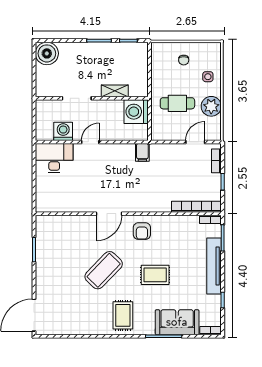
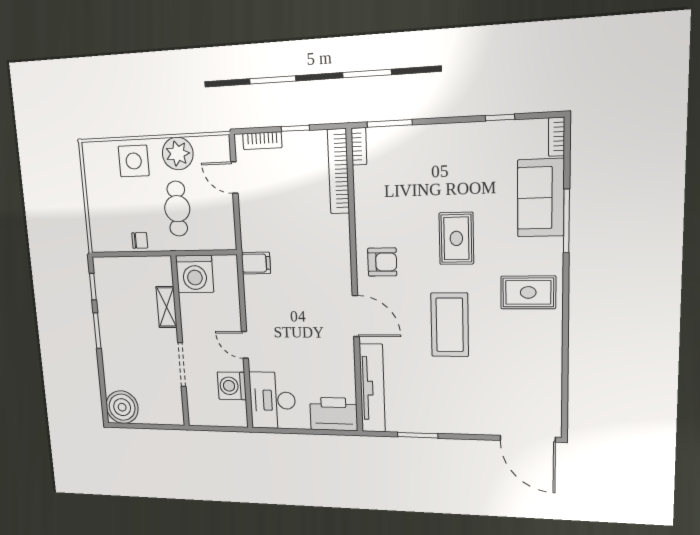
chair: (184, 60) -> (140, 240), moved
side table: (208, 77) -> (134, 161), width x1.87, depth x1.87
printer: (46, 197) -> (334, 414), added
tv unit: (214, 266) -> (372, 388), moved, turned -90
coffee table: (104, 270) -> (450, 325), turned 46

